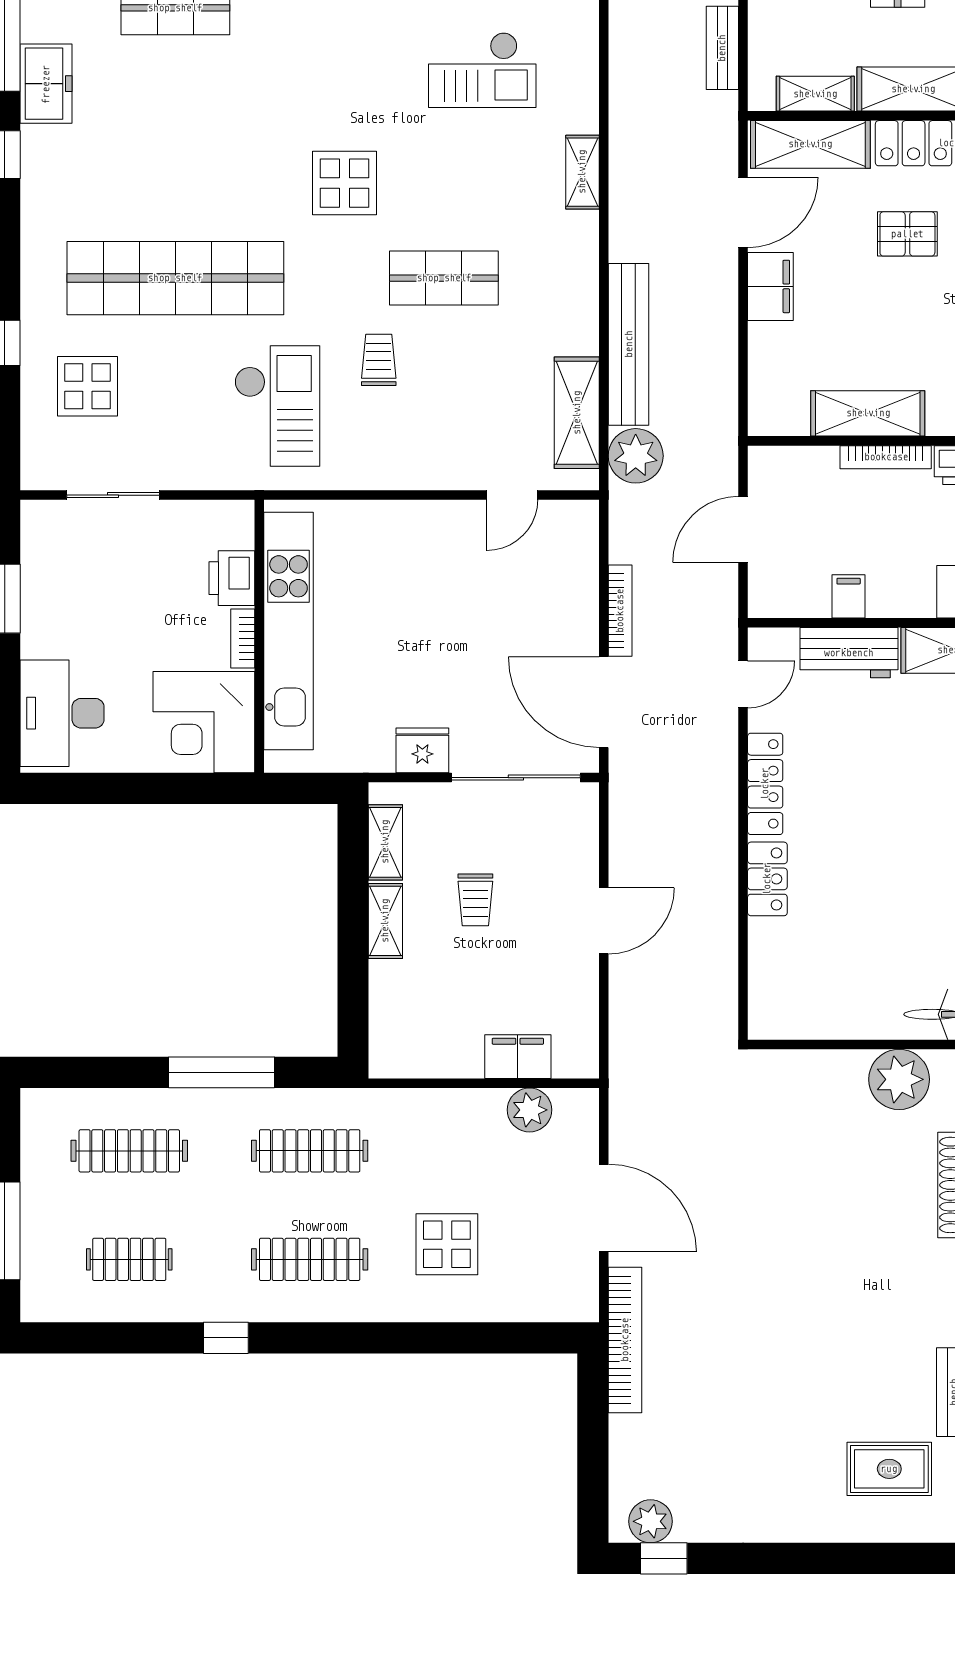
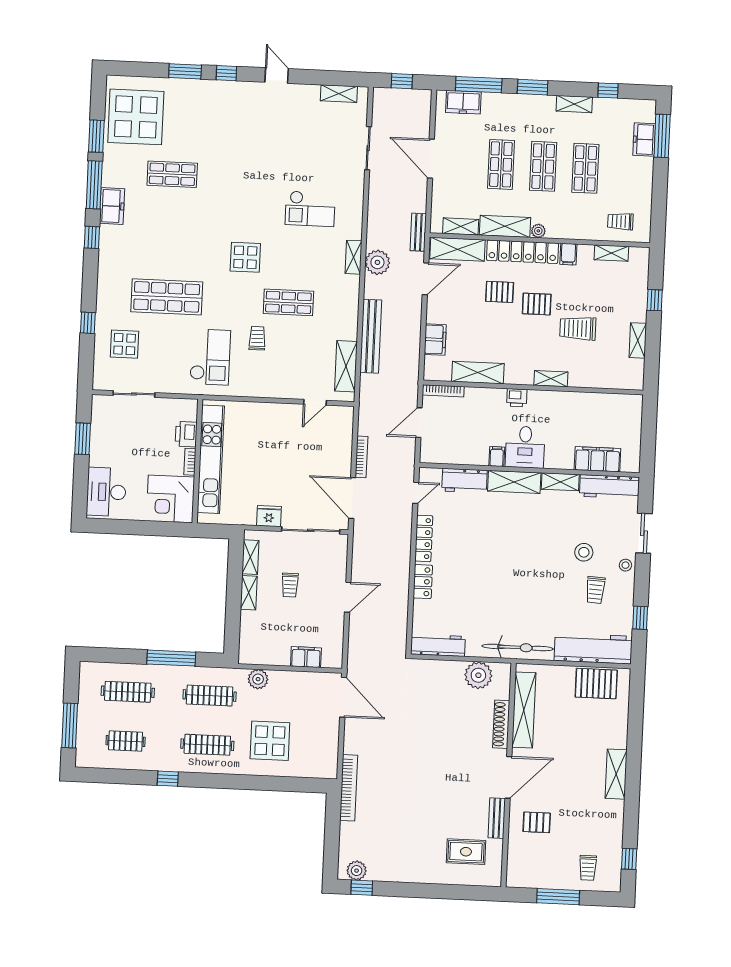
bench: (722, 48) -> (418, 232), moved
shop shelf: (175, 278) -> (167, 297), width x0.71
filing cabinet: (770, 286) -> (435, 340), moved
plant: (636, 456) -> (377, 262), moved
bookcase: (886, 457) -> (443, 391), moved
filing cabinet: (849, 596) -> (497, 457), moved
workbench: (807, 1018) -> (438, 645), added
plant: (530, 1110) -> (258, 679), moved
door: (604, 1208) -> (343, 697), moved
display table: (447, 1244) -> (270, 741), width x1.36, depth x1.36

